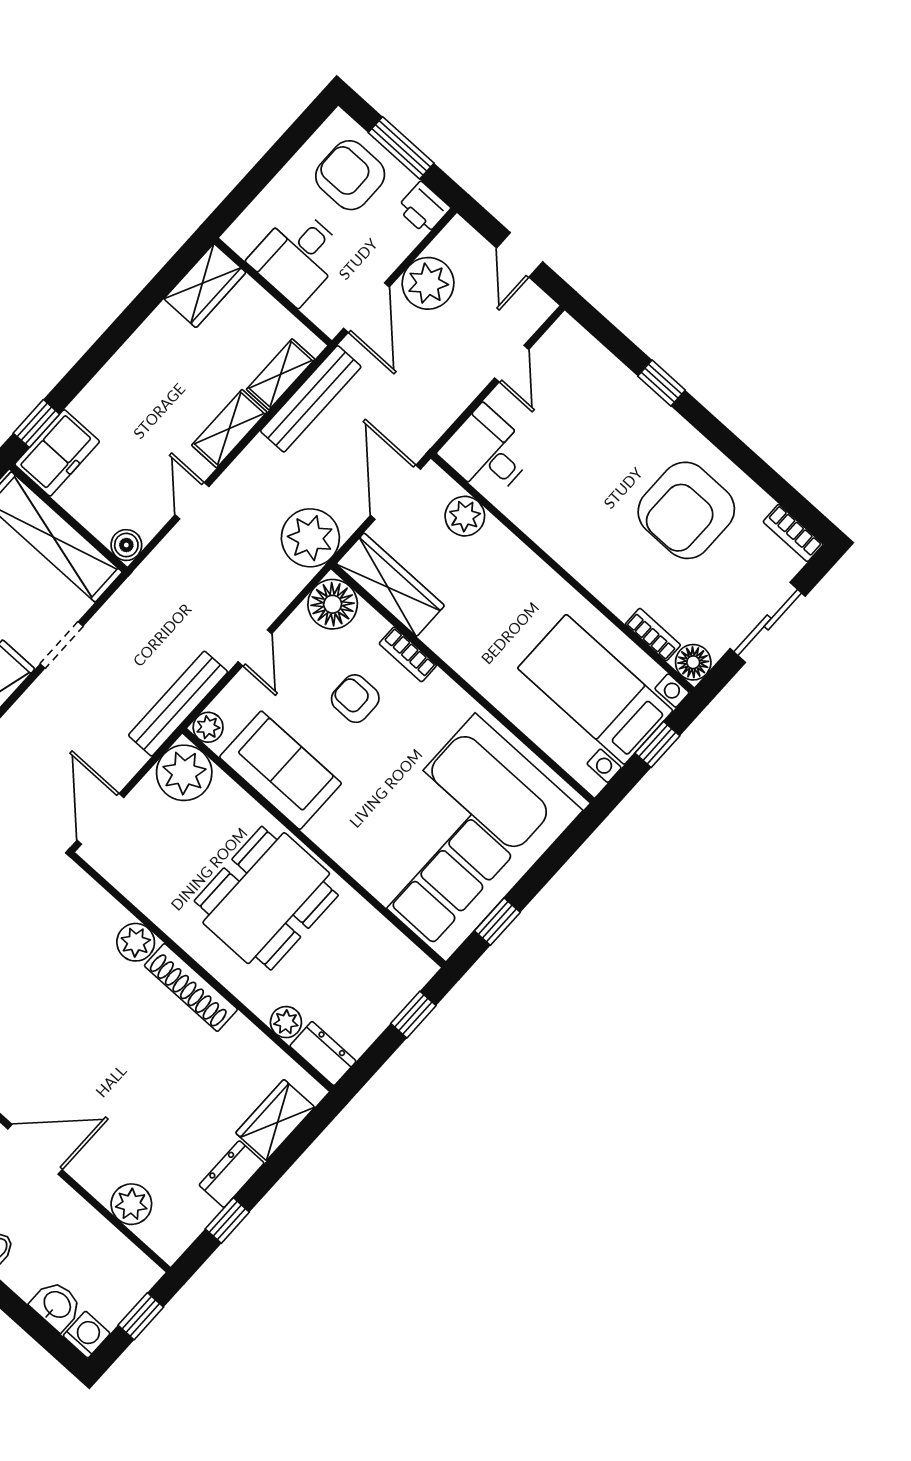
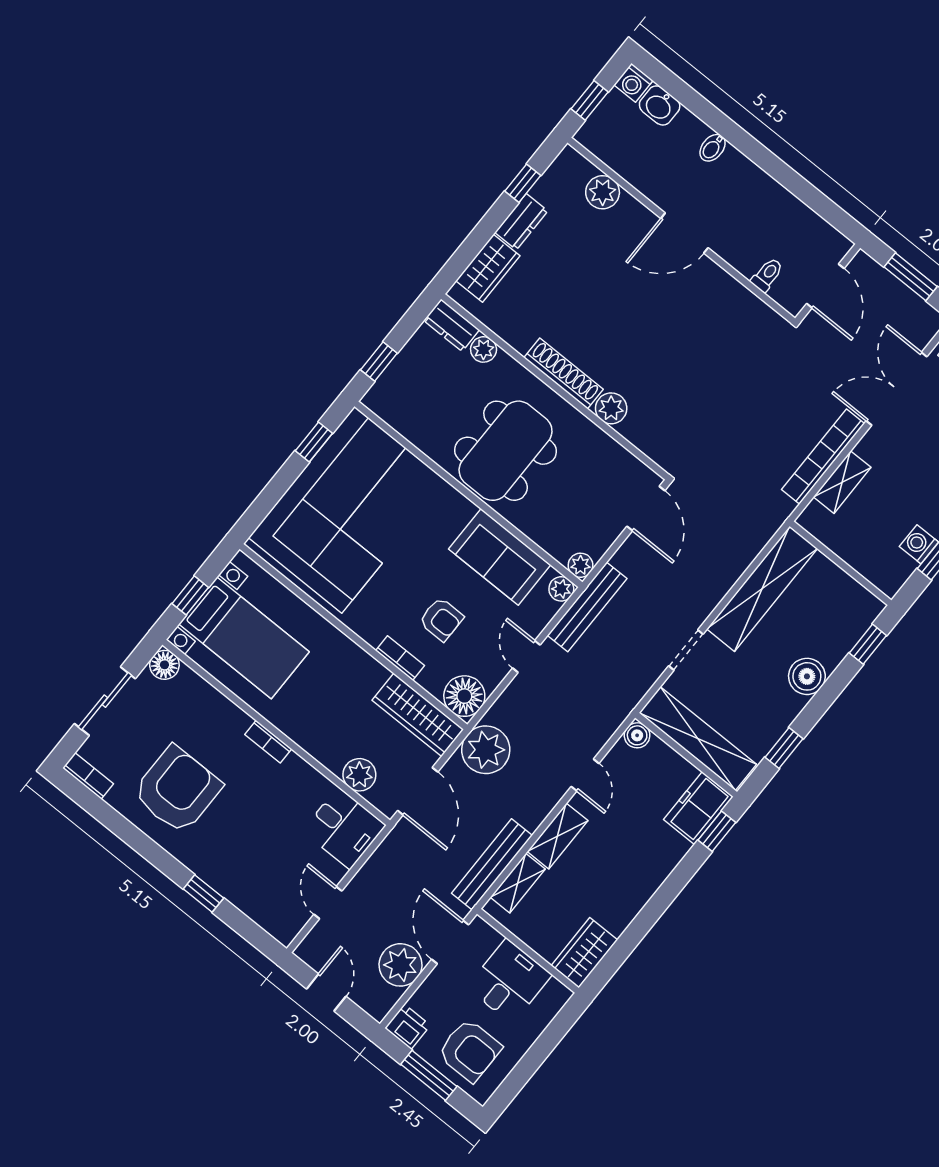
bookcase: (653, 635) -> (268, 742), moved
plant: (184, 773) -> (581, 565), width x0.53, depth x0.53

